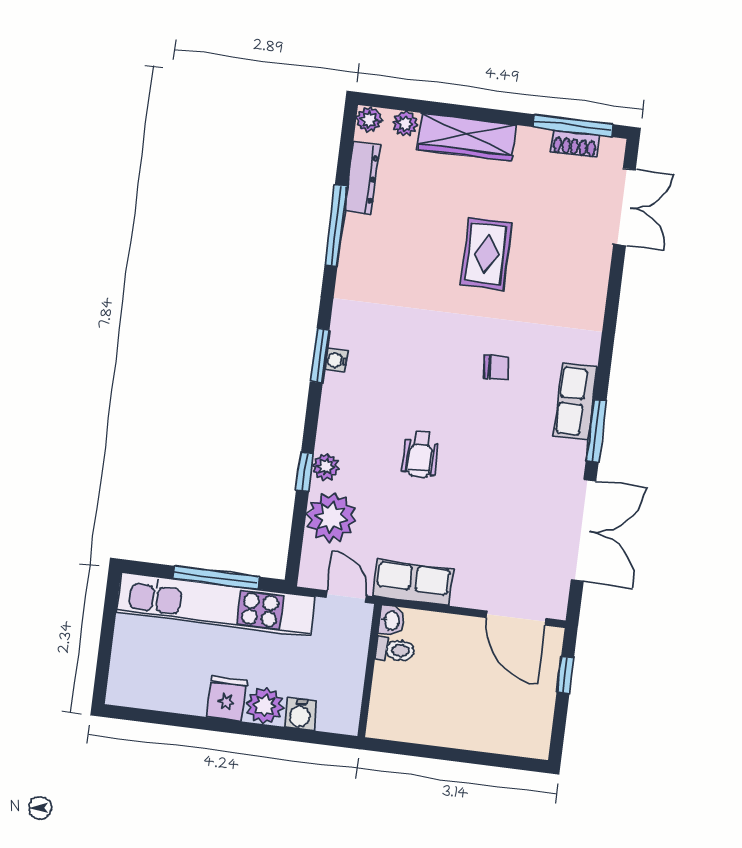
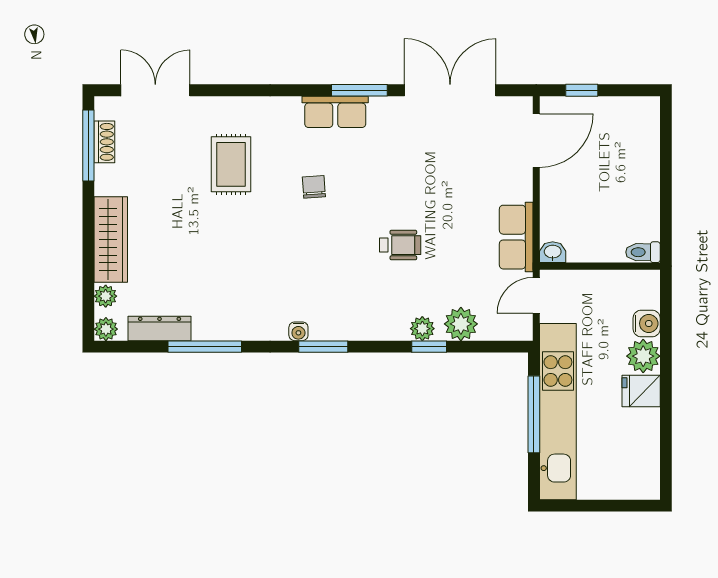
rug: (486, 254) -> (231, 164), moved, turned 90
water cooler: (336, 360) -> (298, 331), moved
plant: (331, 517) -> (461, 324), width x0.73, depth x0.73
toilet: (395, 650) -> (643, 252), moved, turned -90

